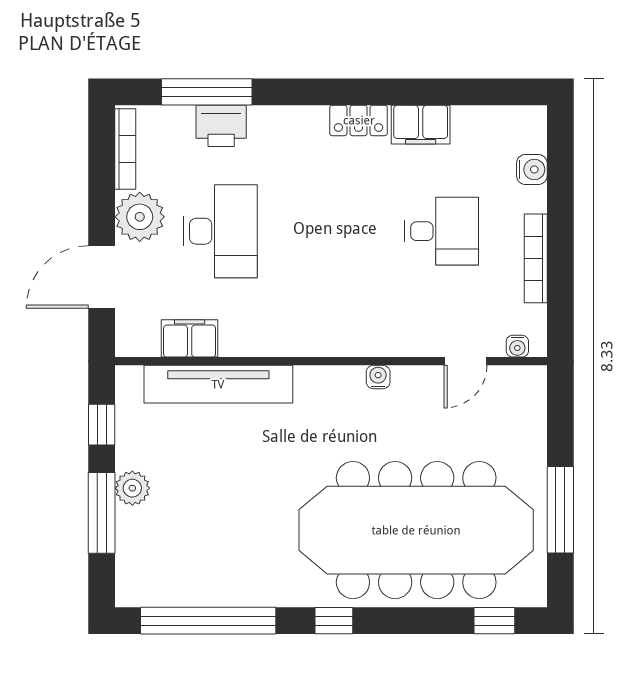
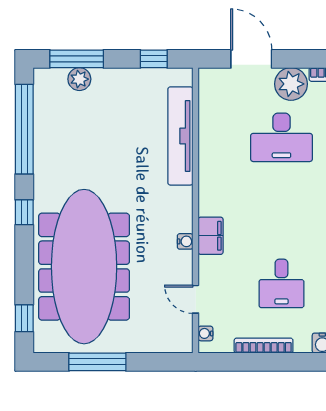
filing cabinet: (190, 338) -> (211, 236), moved
plant: (132, 488) -> (79, 79), moved
window: (102, 513) -> (77, 59), moved

